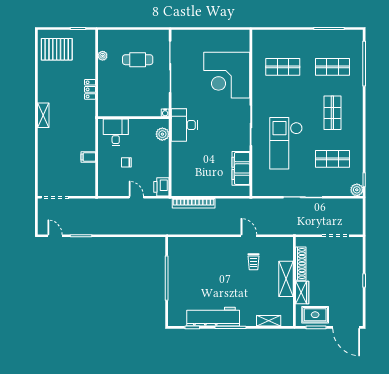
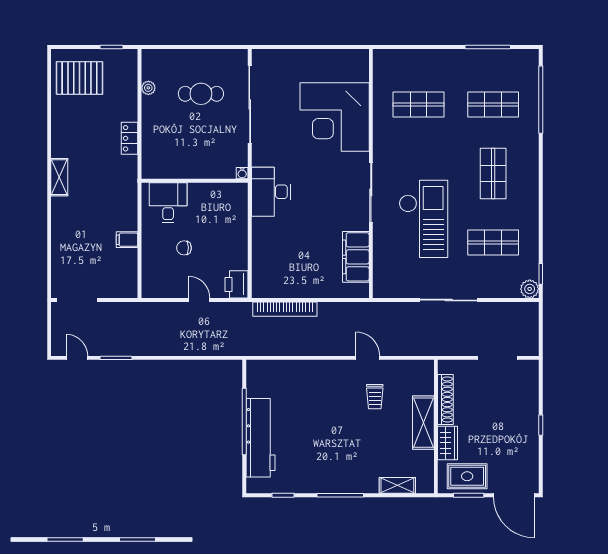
plant: (162, 134) -> (238, 205), removed
checkout: (286, 143) -> (423, 219), turned 180
workbench: (213, 317) -> (260, 438), moved, turned 90

